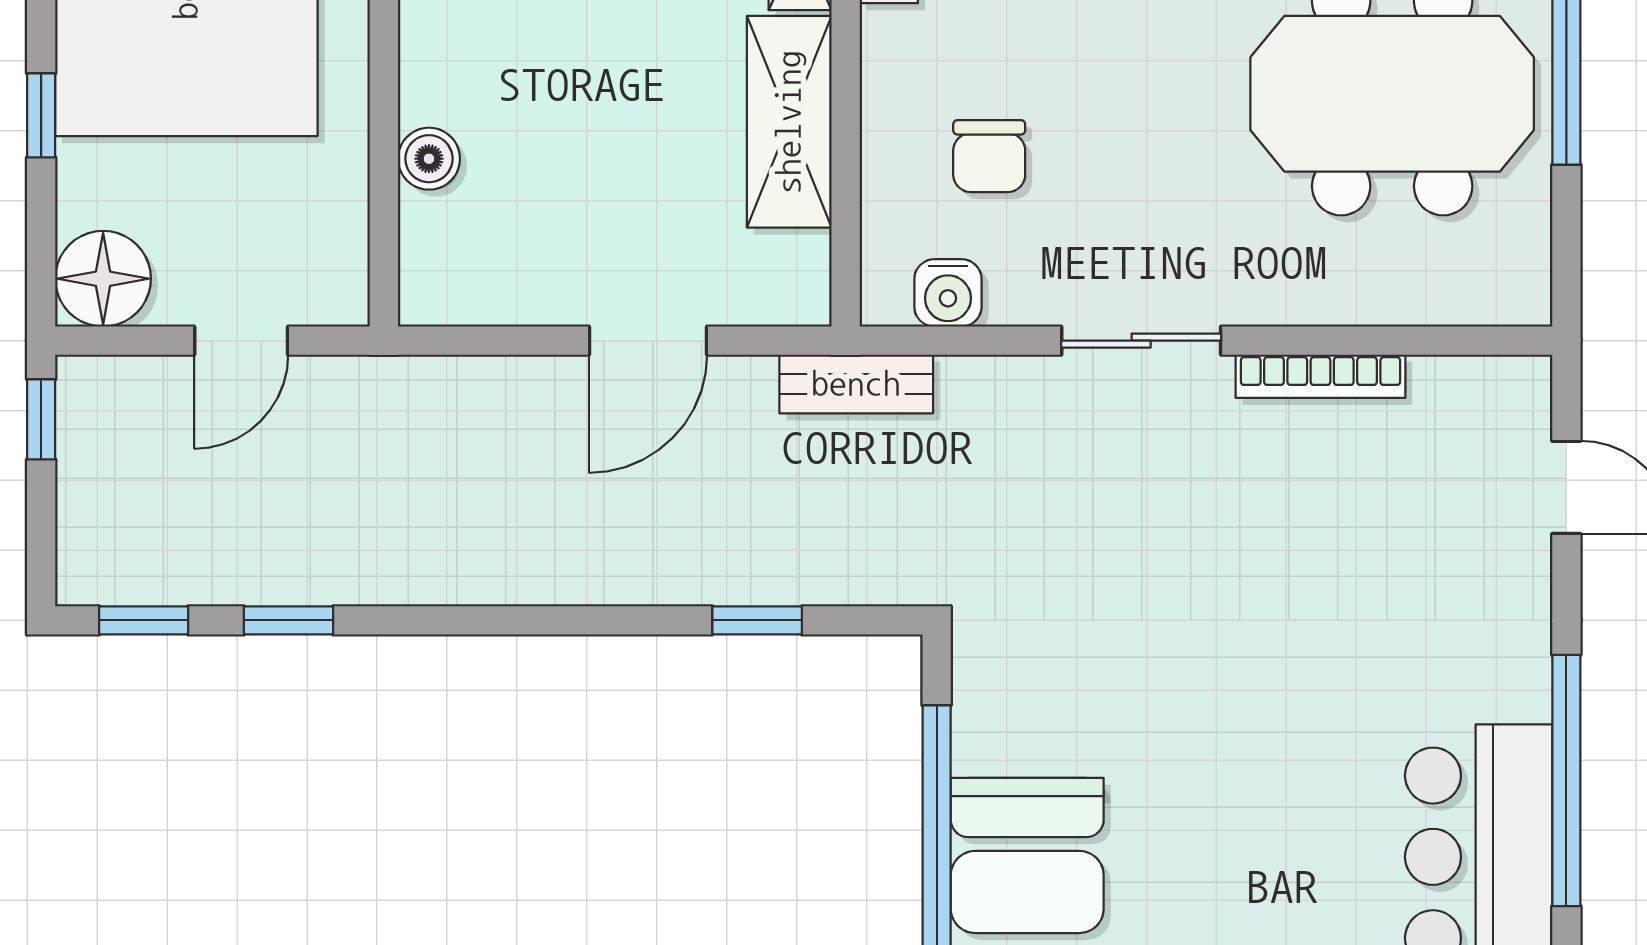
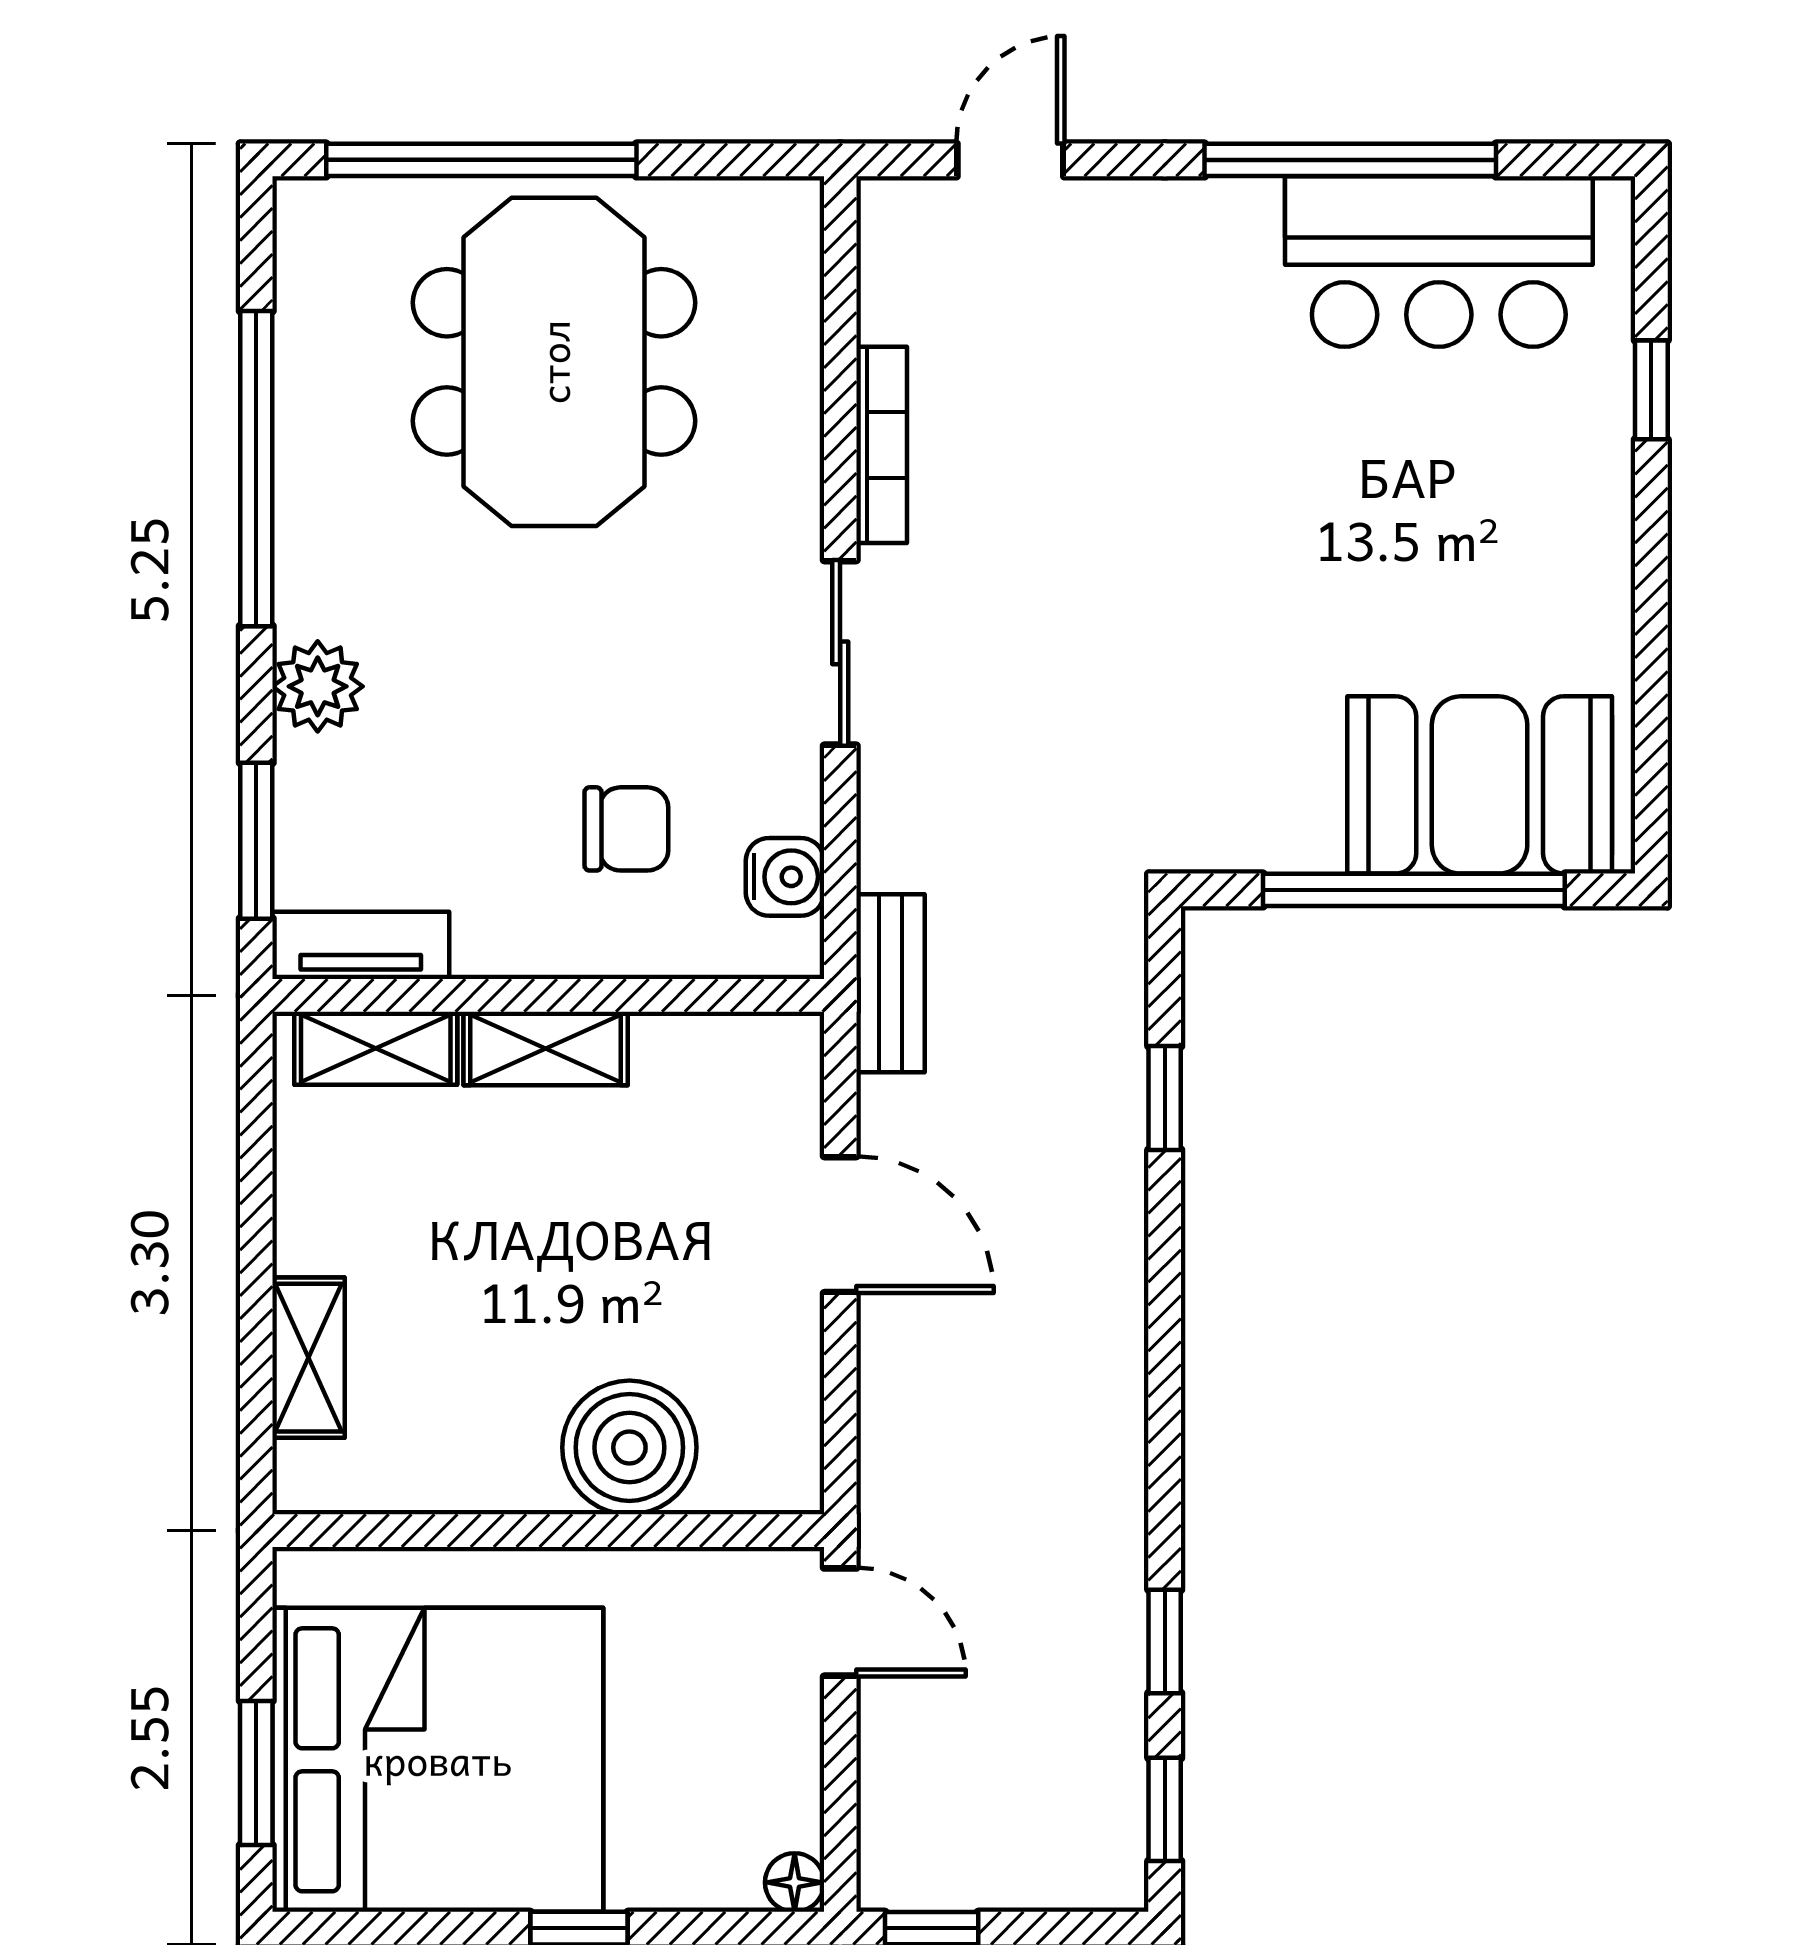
shelving: (789, 122) -> (546, 1048), width x0.67, depth x0.75
boiler: (429, 159) -> (629, 1447), width x1.86, depth x1.86
floor lamp: (103, 279) -> (795, 1882), width x0.53, depth x0.53
door: (241, 341) -> (840, 1622), moved

